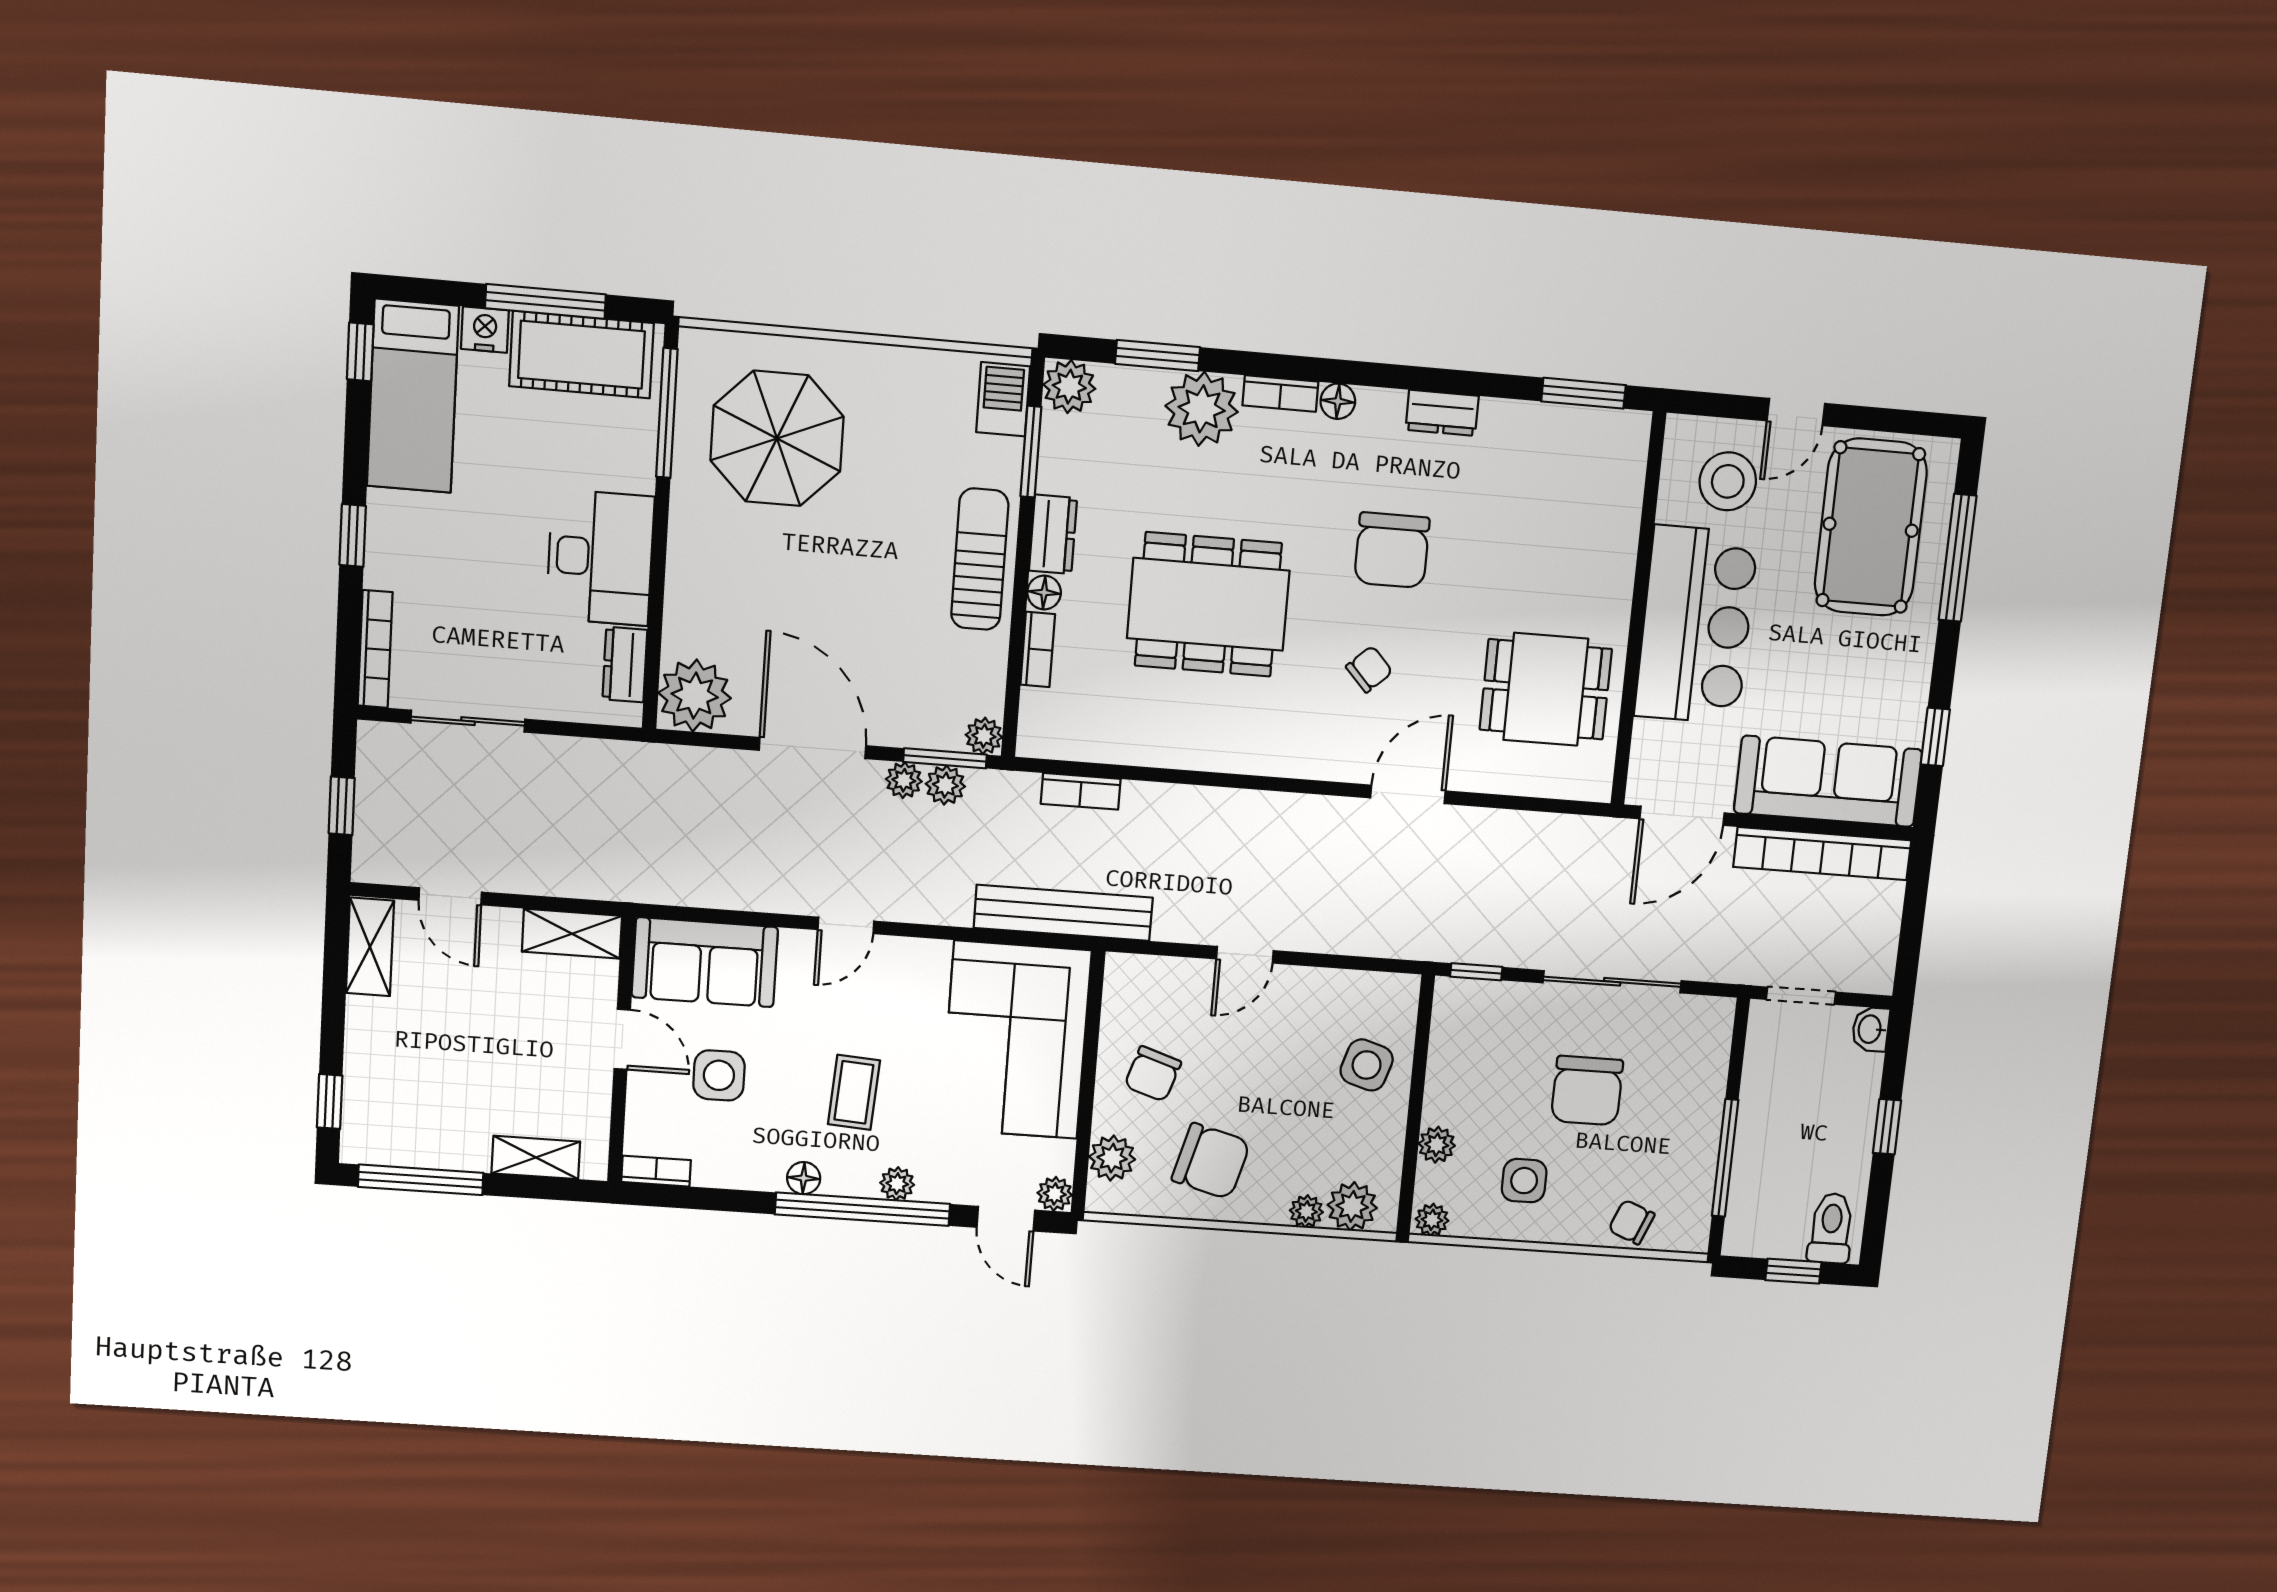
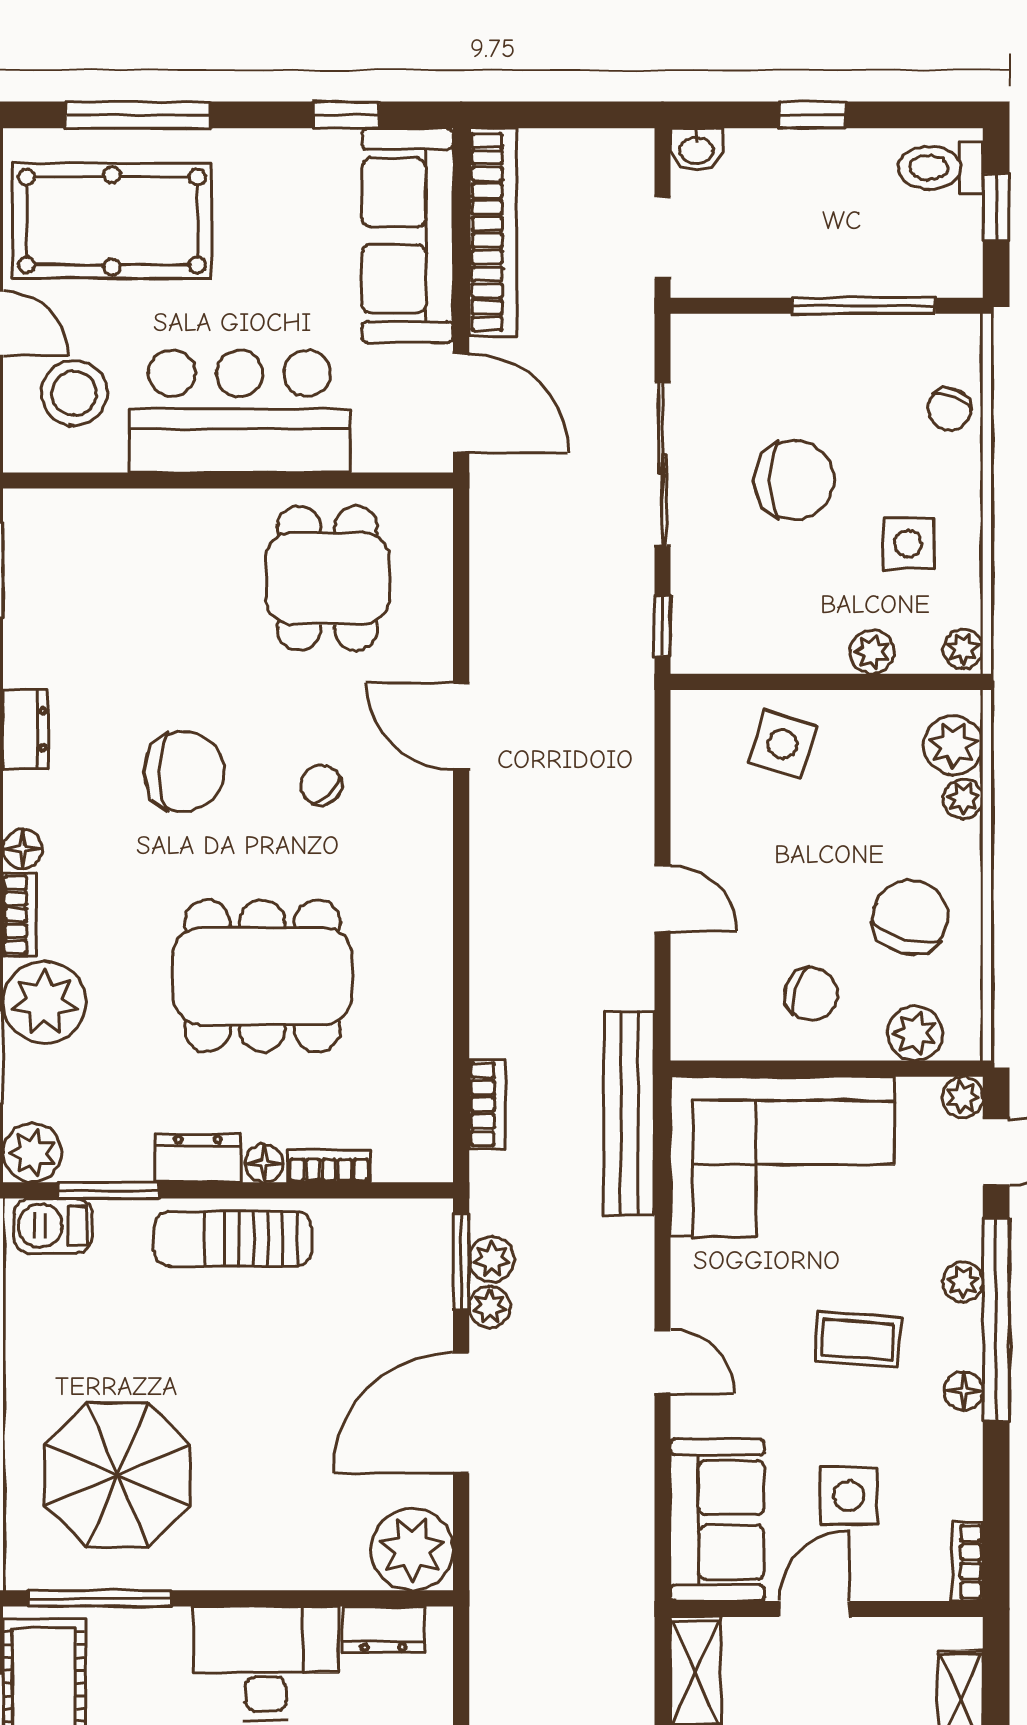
dining table: (1208, 604) -> (262, 976), turned 90
plant: (984, 736) -> (432, 1219), removed

